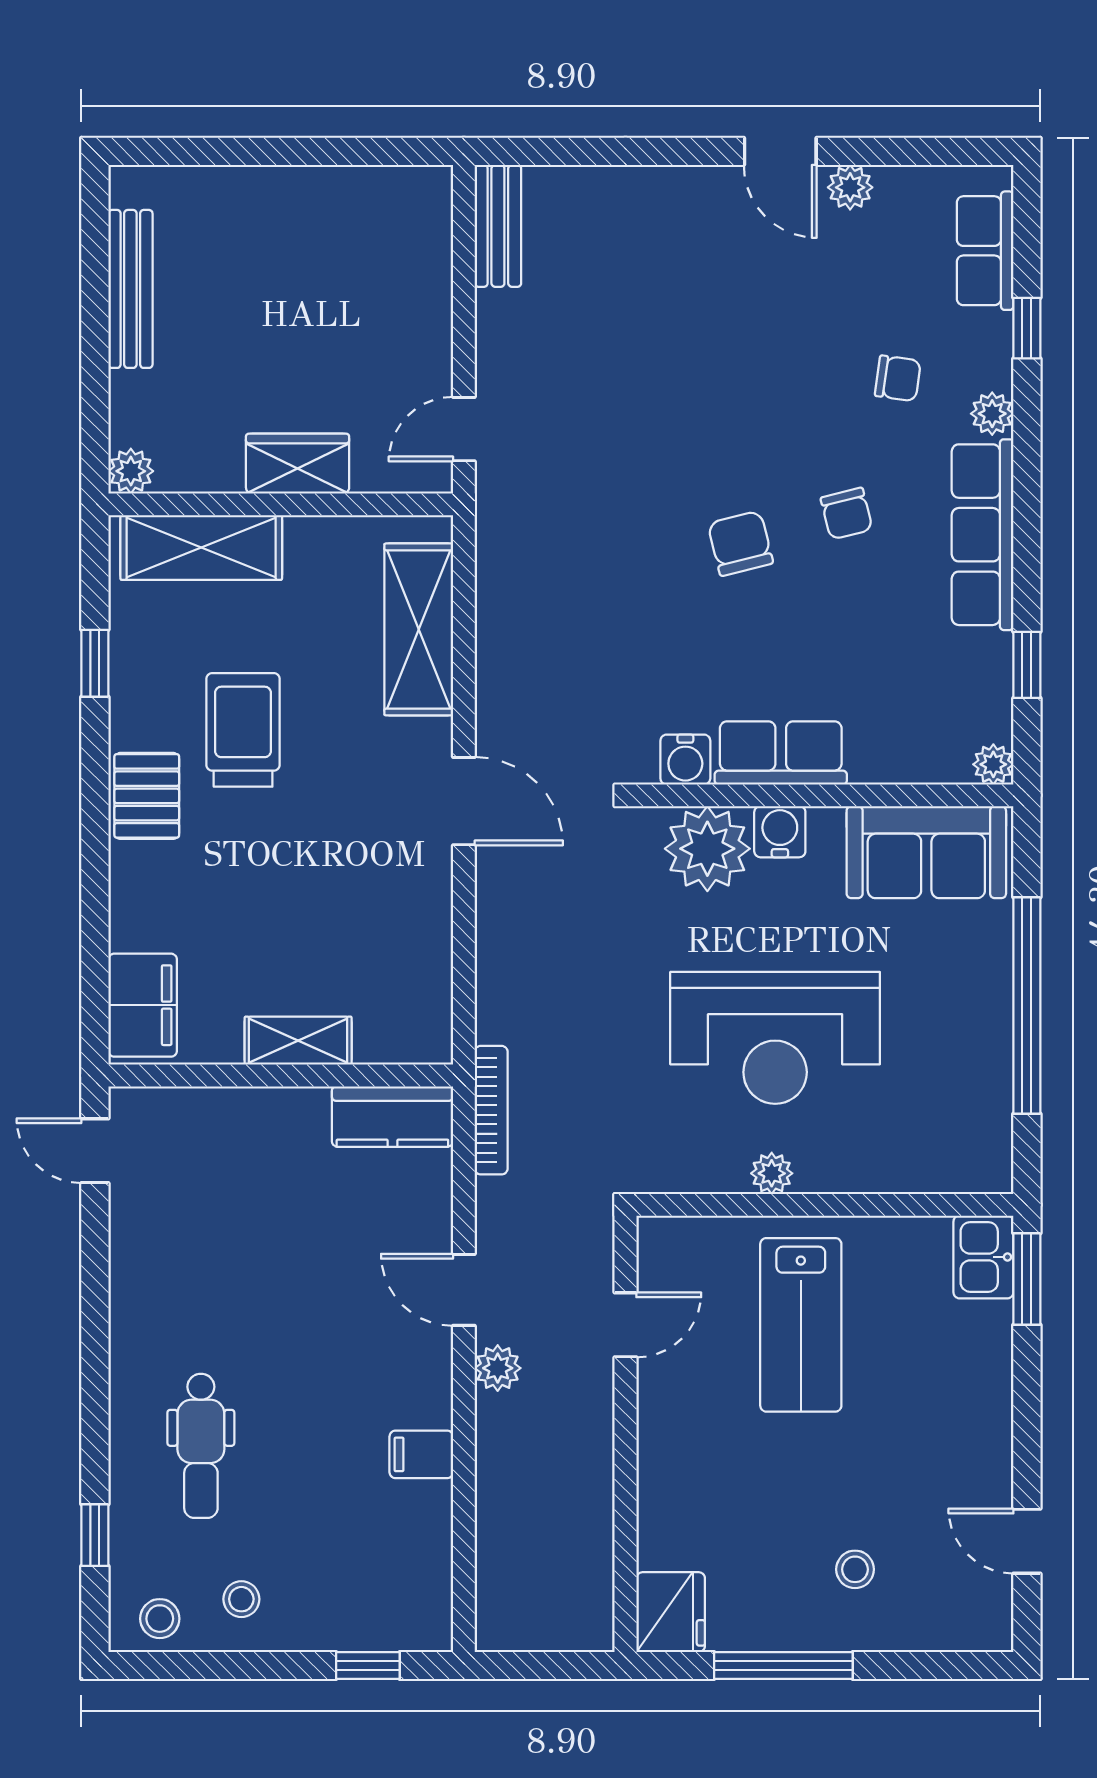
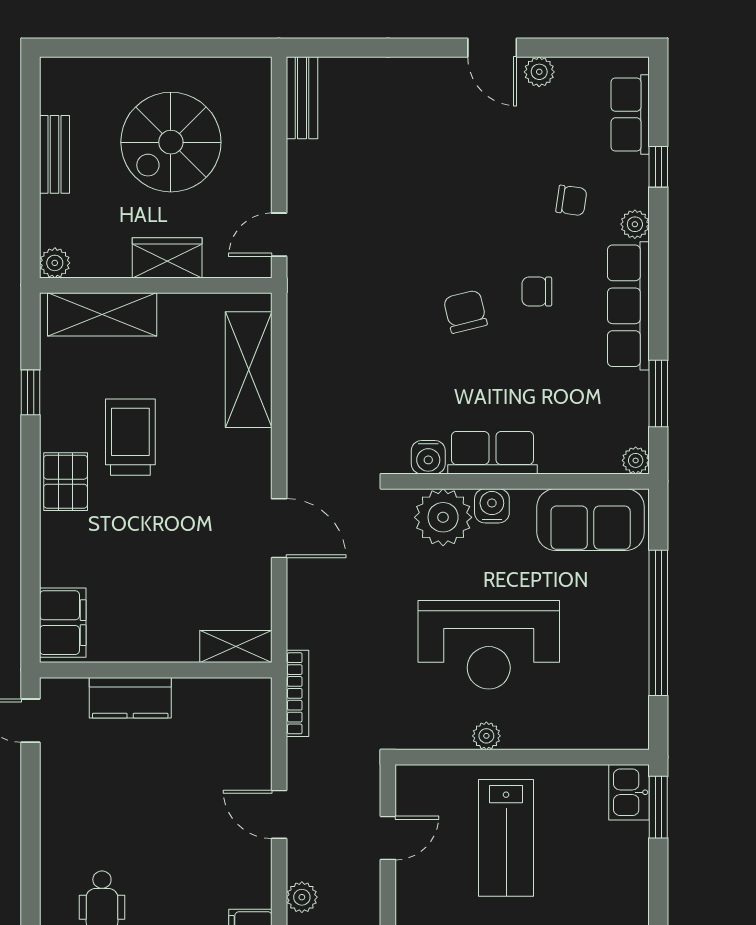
bench: (130, 289) -> (54, 154), width x0.73
spiral stairs: (303, 292) -> (171, 142), added
chair: (847, 514) -> (537, 292), turned 104
window: (1027, 665) -> (658, 393), width x1.50
door: (464, 801) -> (279, 528), moved
shelving: (298, 1041) -> (236, 647), moved
kitchen counter: (392, 1117) -> (130, 698), moved
plant: (498, 1368) -> (302, 897), moved

